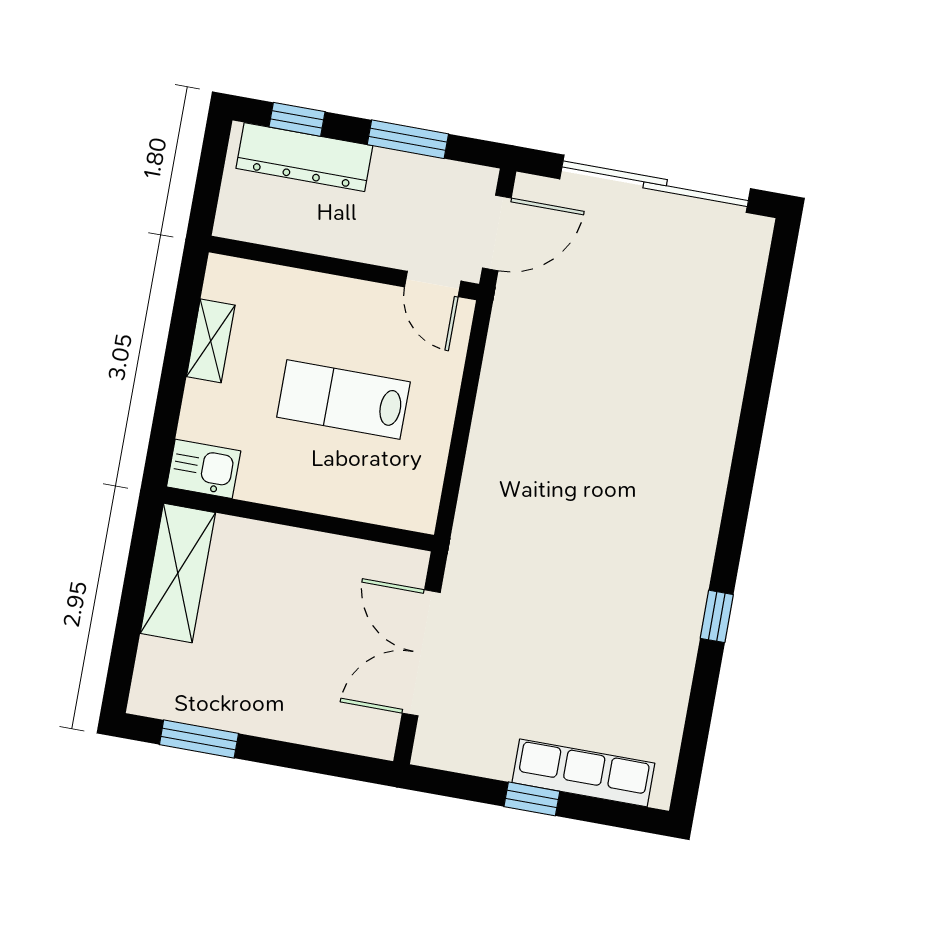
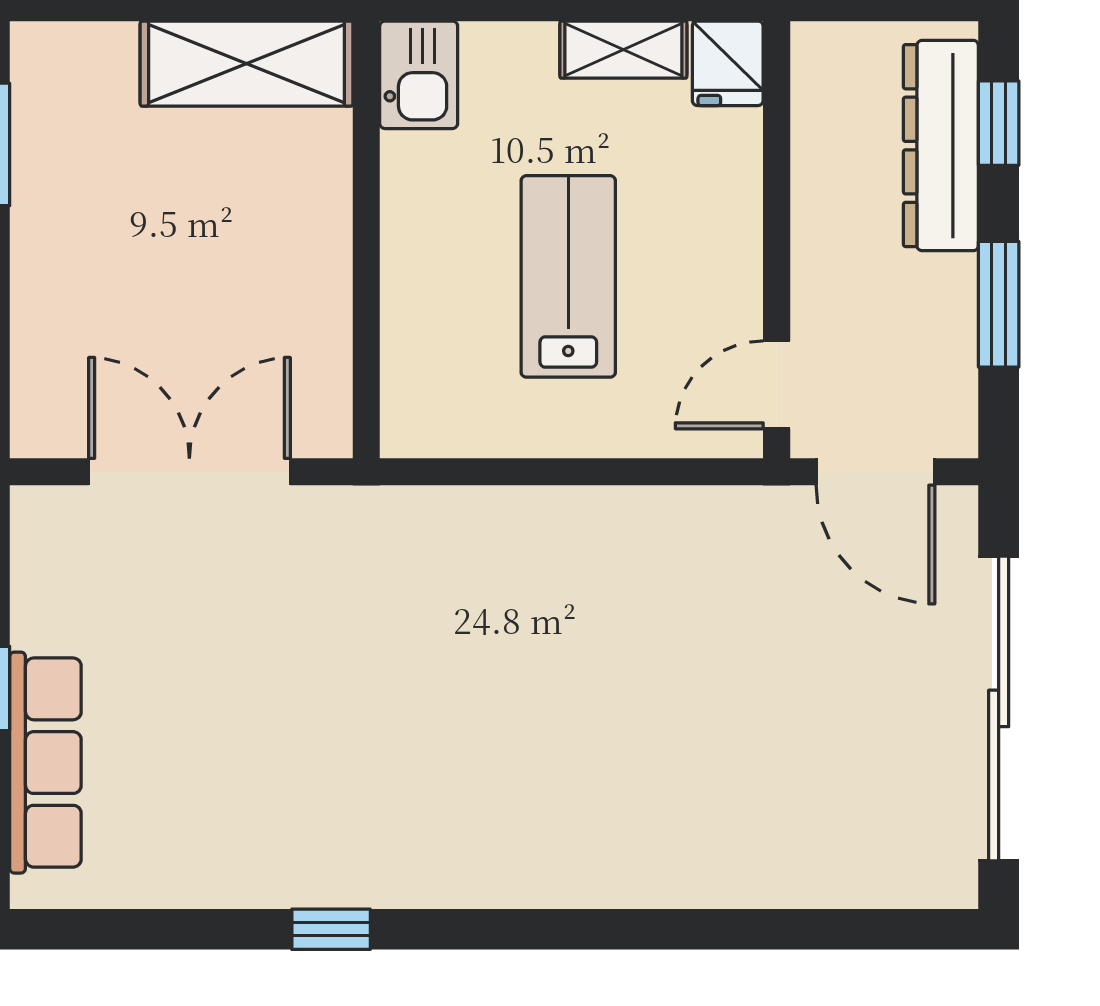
fridge: (231, 278) -> (728, 63), added

